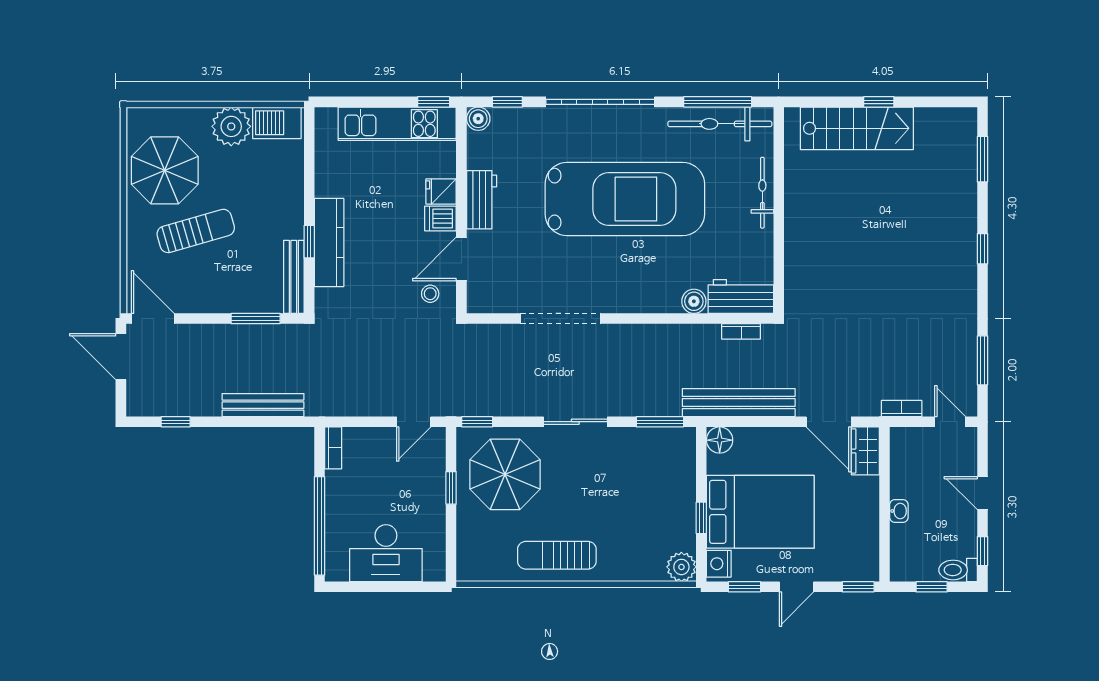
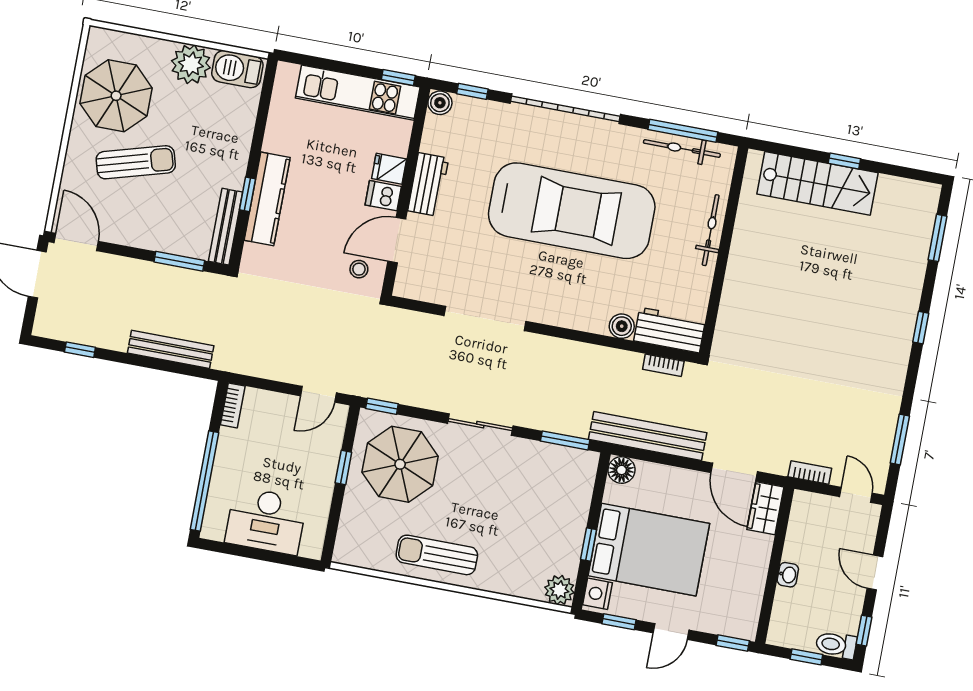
bicycle: (720, 124) -> (682, 148), width x0.73, depth x0.71

